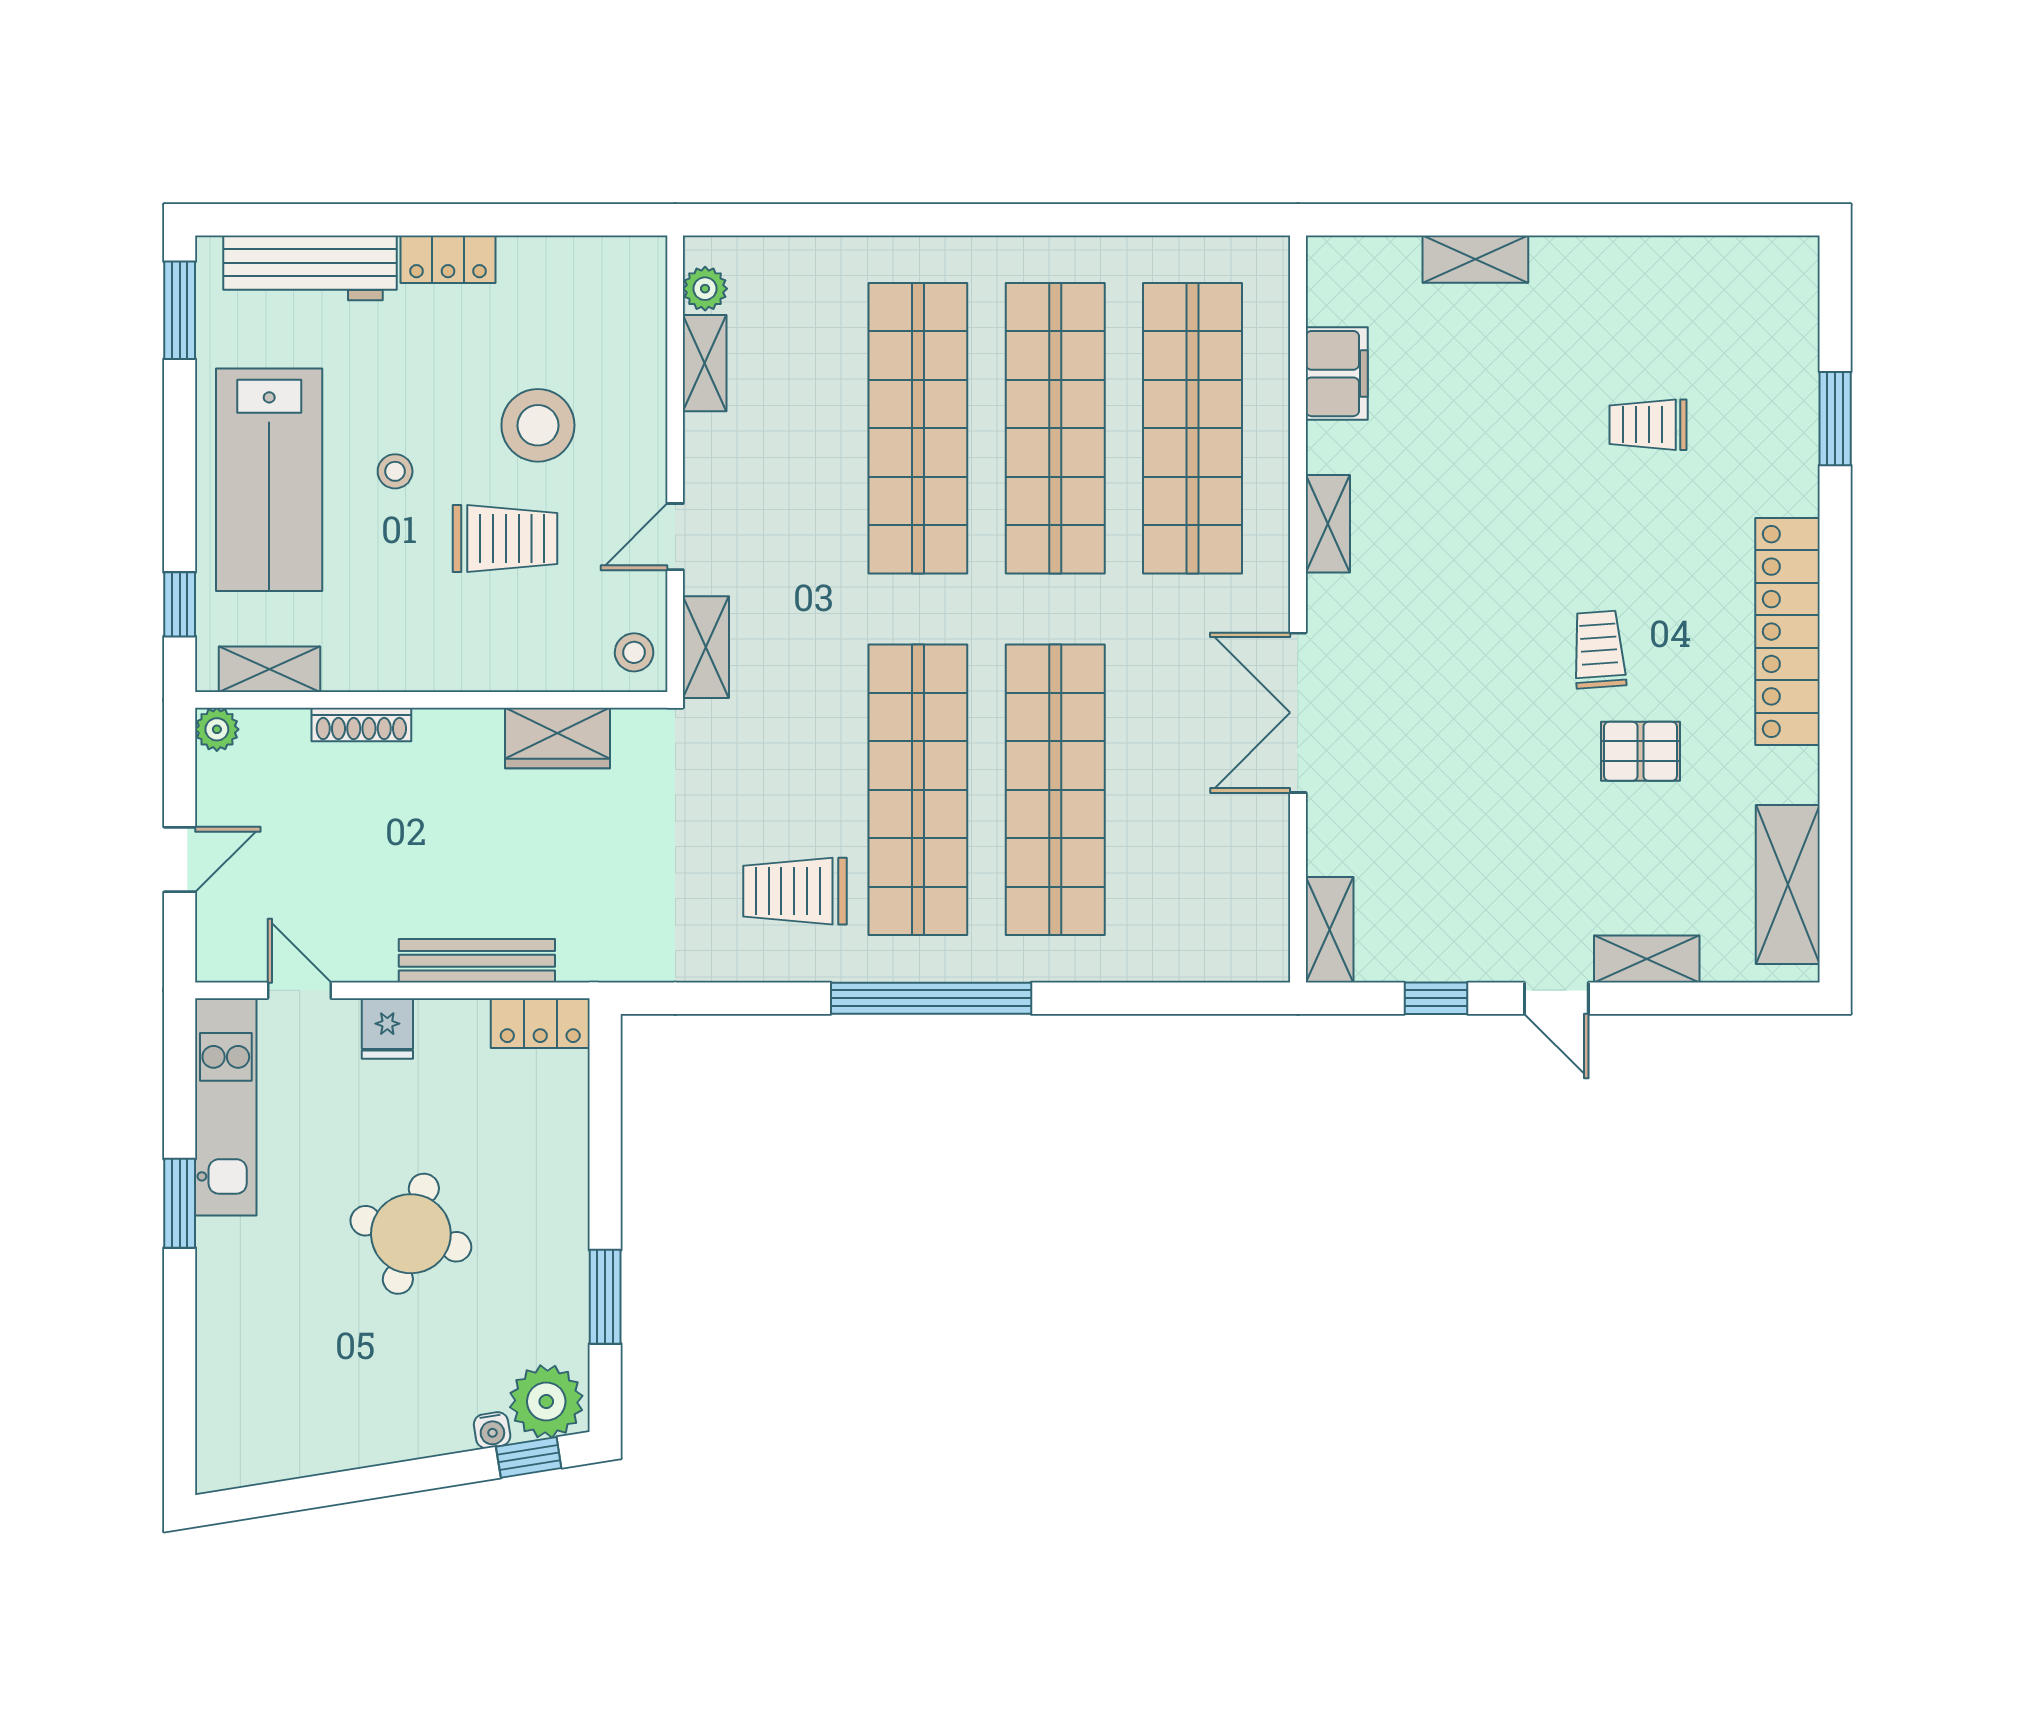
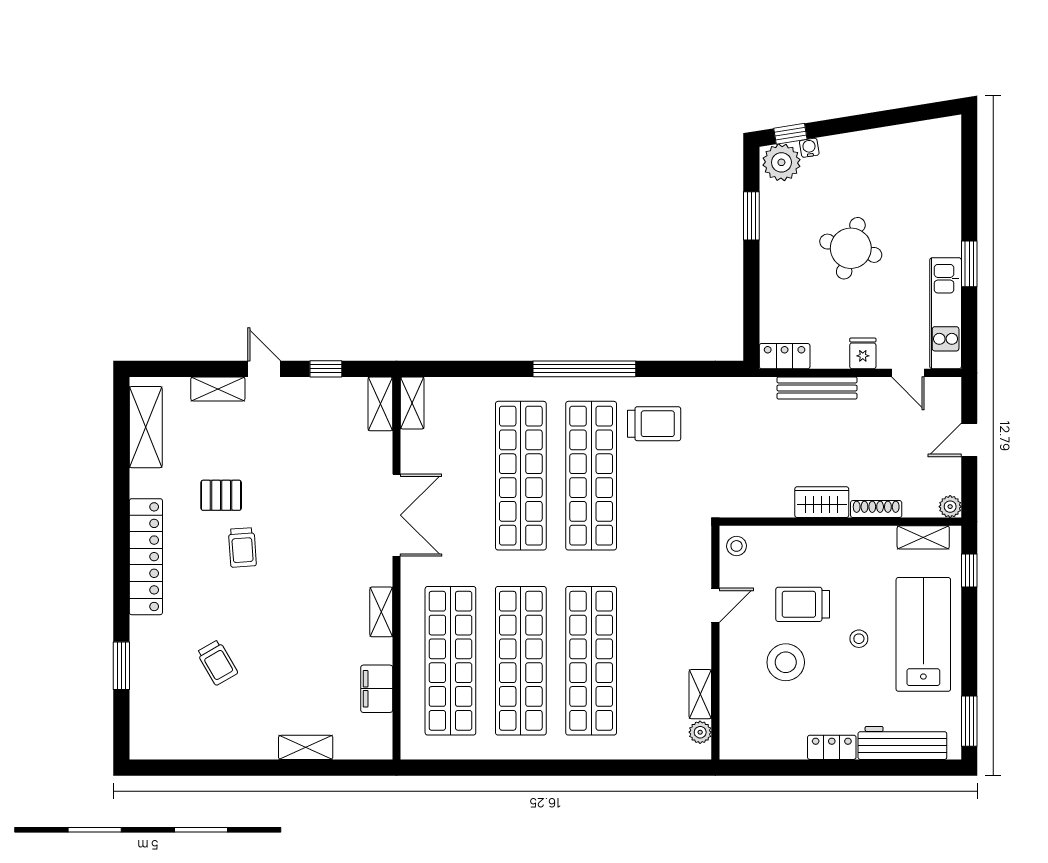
trolley: (1648, 425) -> (217, 663), turned 60
shelving: (706, 647) -> (412, 403), moved
wardrobe: (558, 738) -> (822, 502), moved

